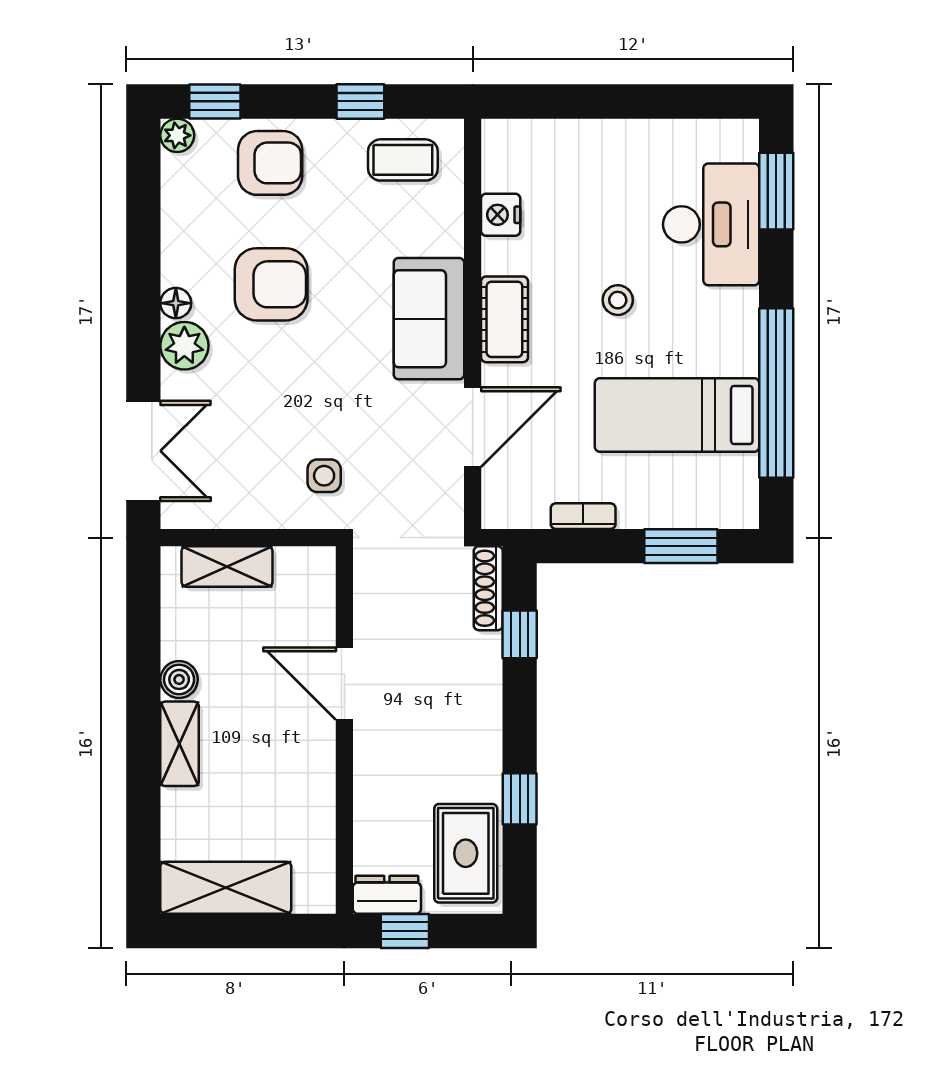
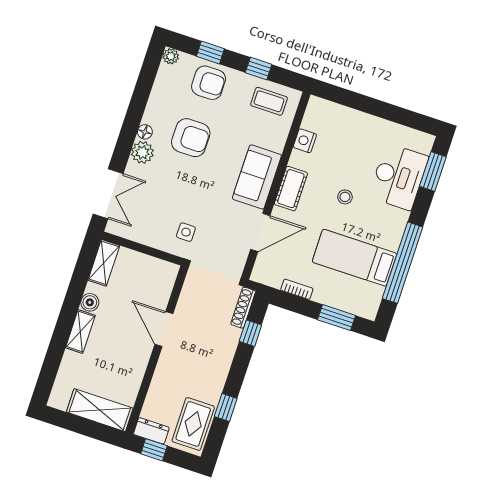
window: (215, 101) -> (210, 52), moved
shelving: (227, 567) -> (104, 263), moved, turned 90
shelving: (226, 888) -> (100, 410), moved

